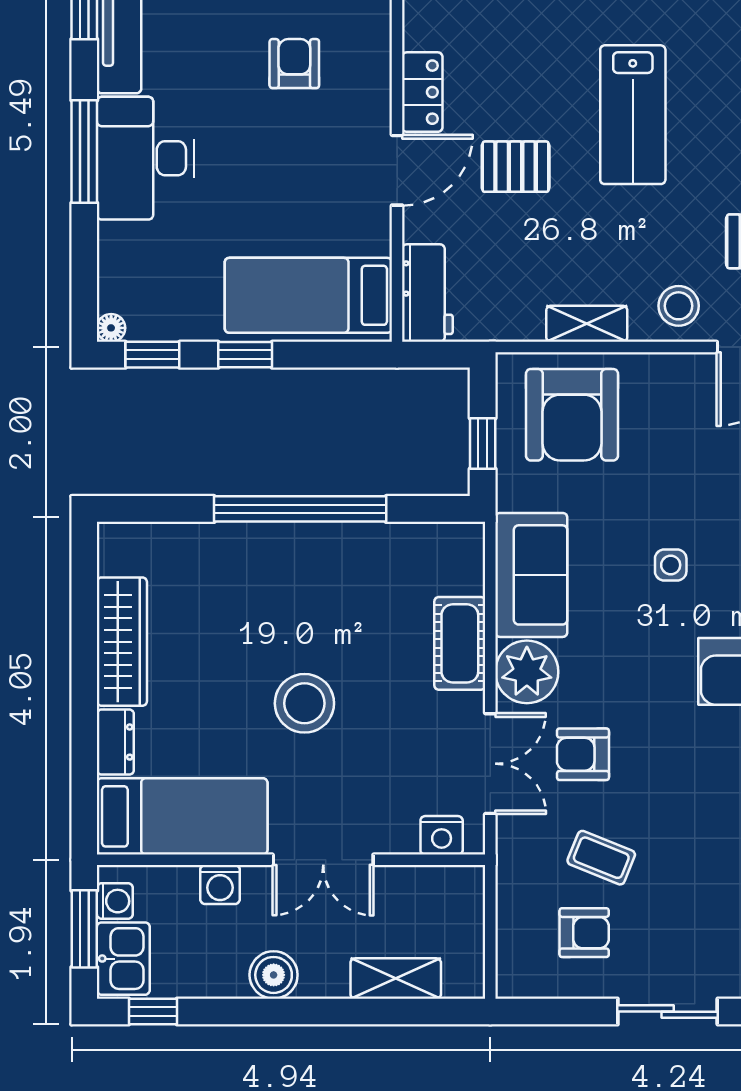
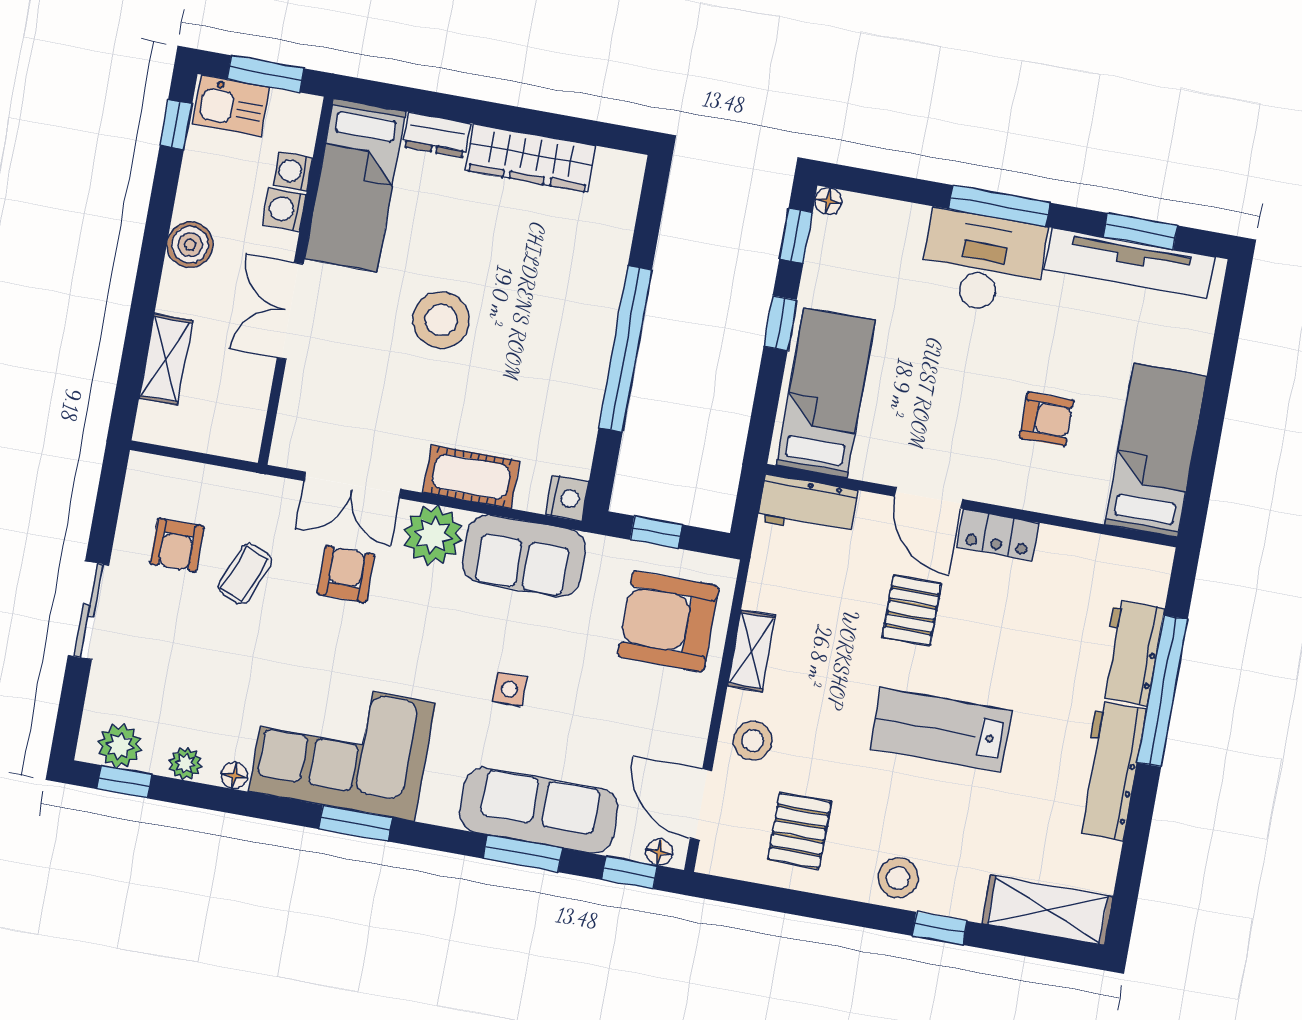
nightstand: (442, 835) -> (567, 498), moved, turned 180
washing machine: (115, 901) -> (293, 171), moved, turned 90

